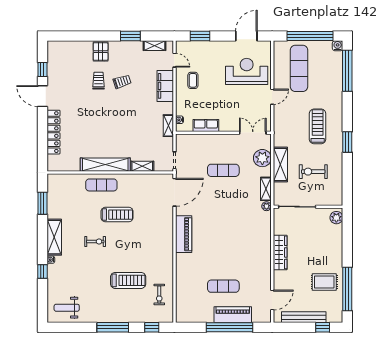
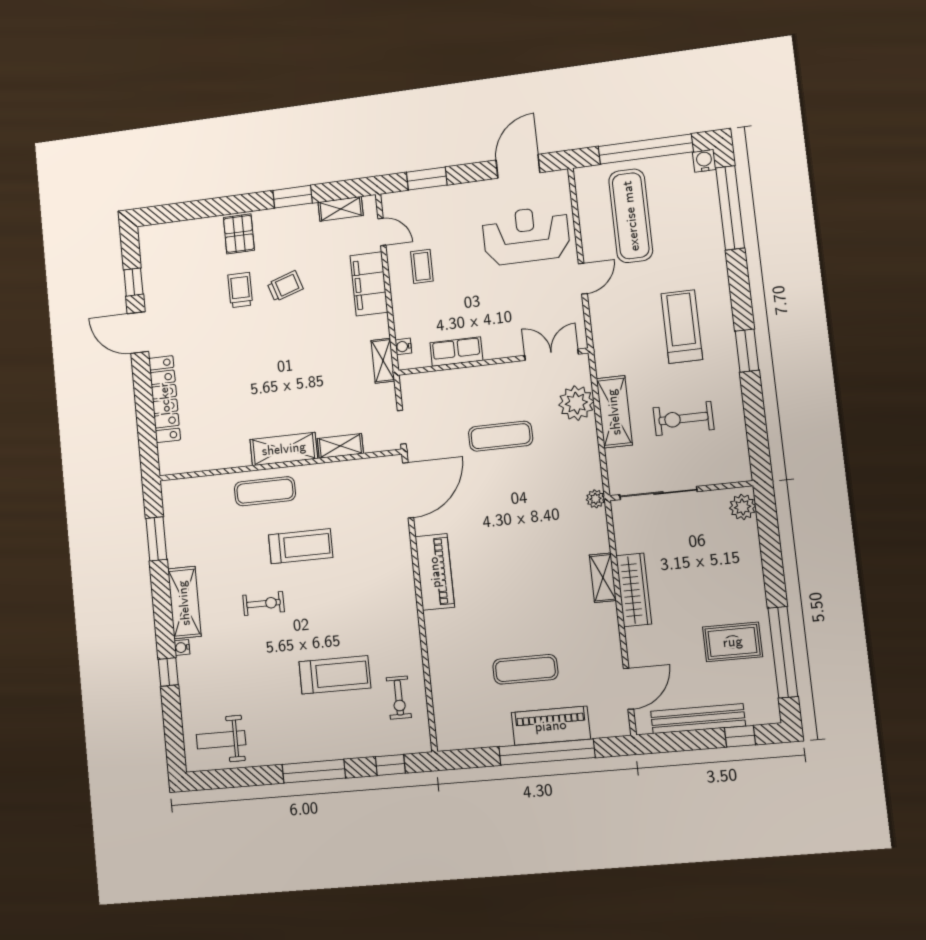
shelving: (105, 165) -> (284, 449), width x0.68
shelving: (266, 189) -> (603, 578), moved

